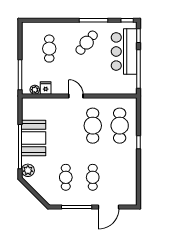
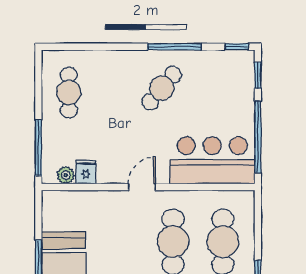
cafe table: (49, 49) -> (69, 93), moved
bar counter: (124, 51) -> (212, 160), moved, turned 90
door: (76, 96) -> (142, 187), hinge flipped

